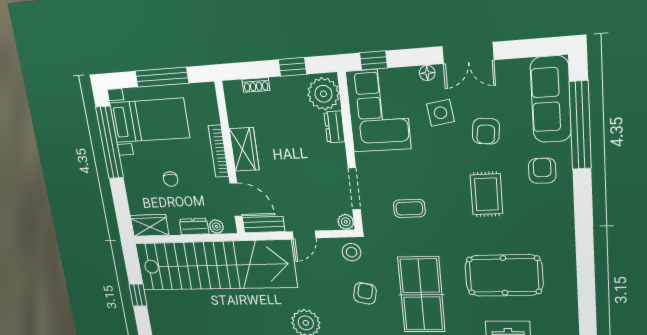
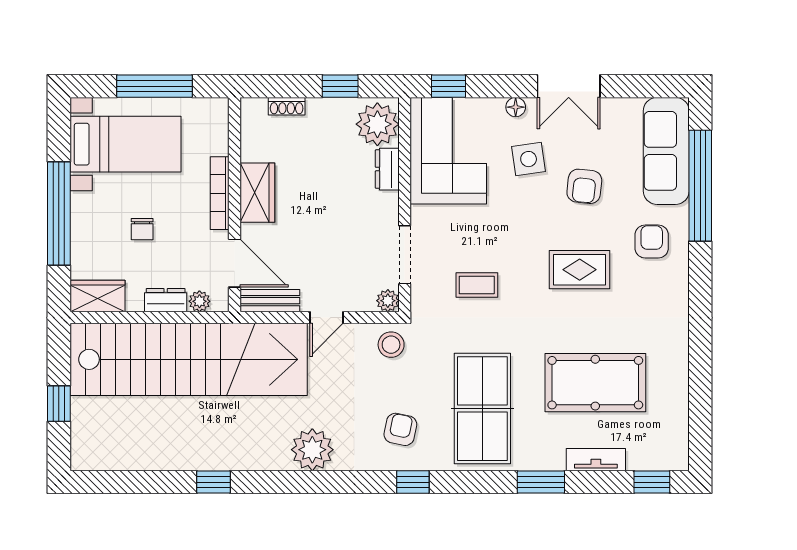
window: (110, 143) -> (59, 214), moved
rug: (486, 194) -> (580, 270), turned 90
armchair: (365, 293) -> (400, 429), moved

